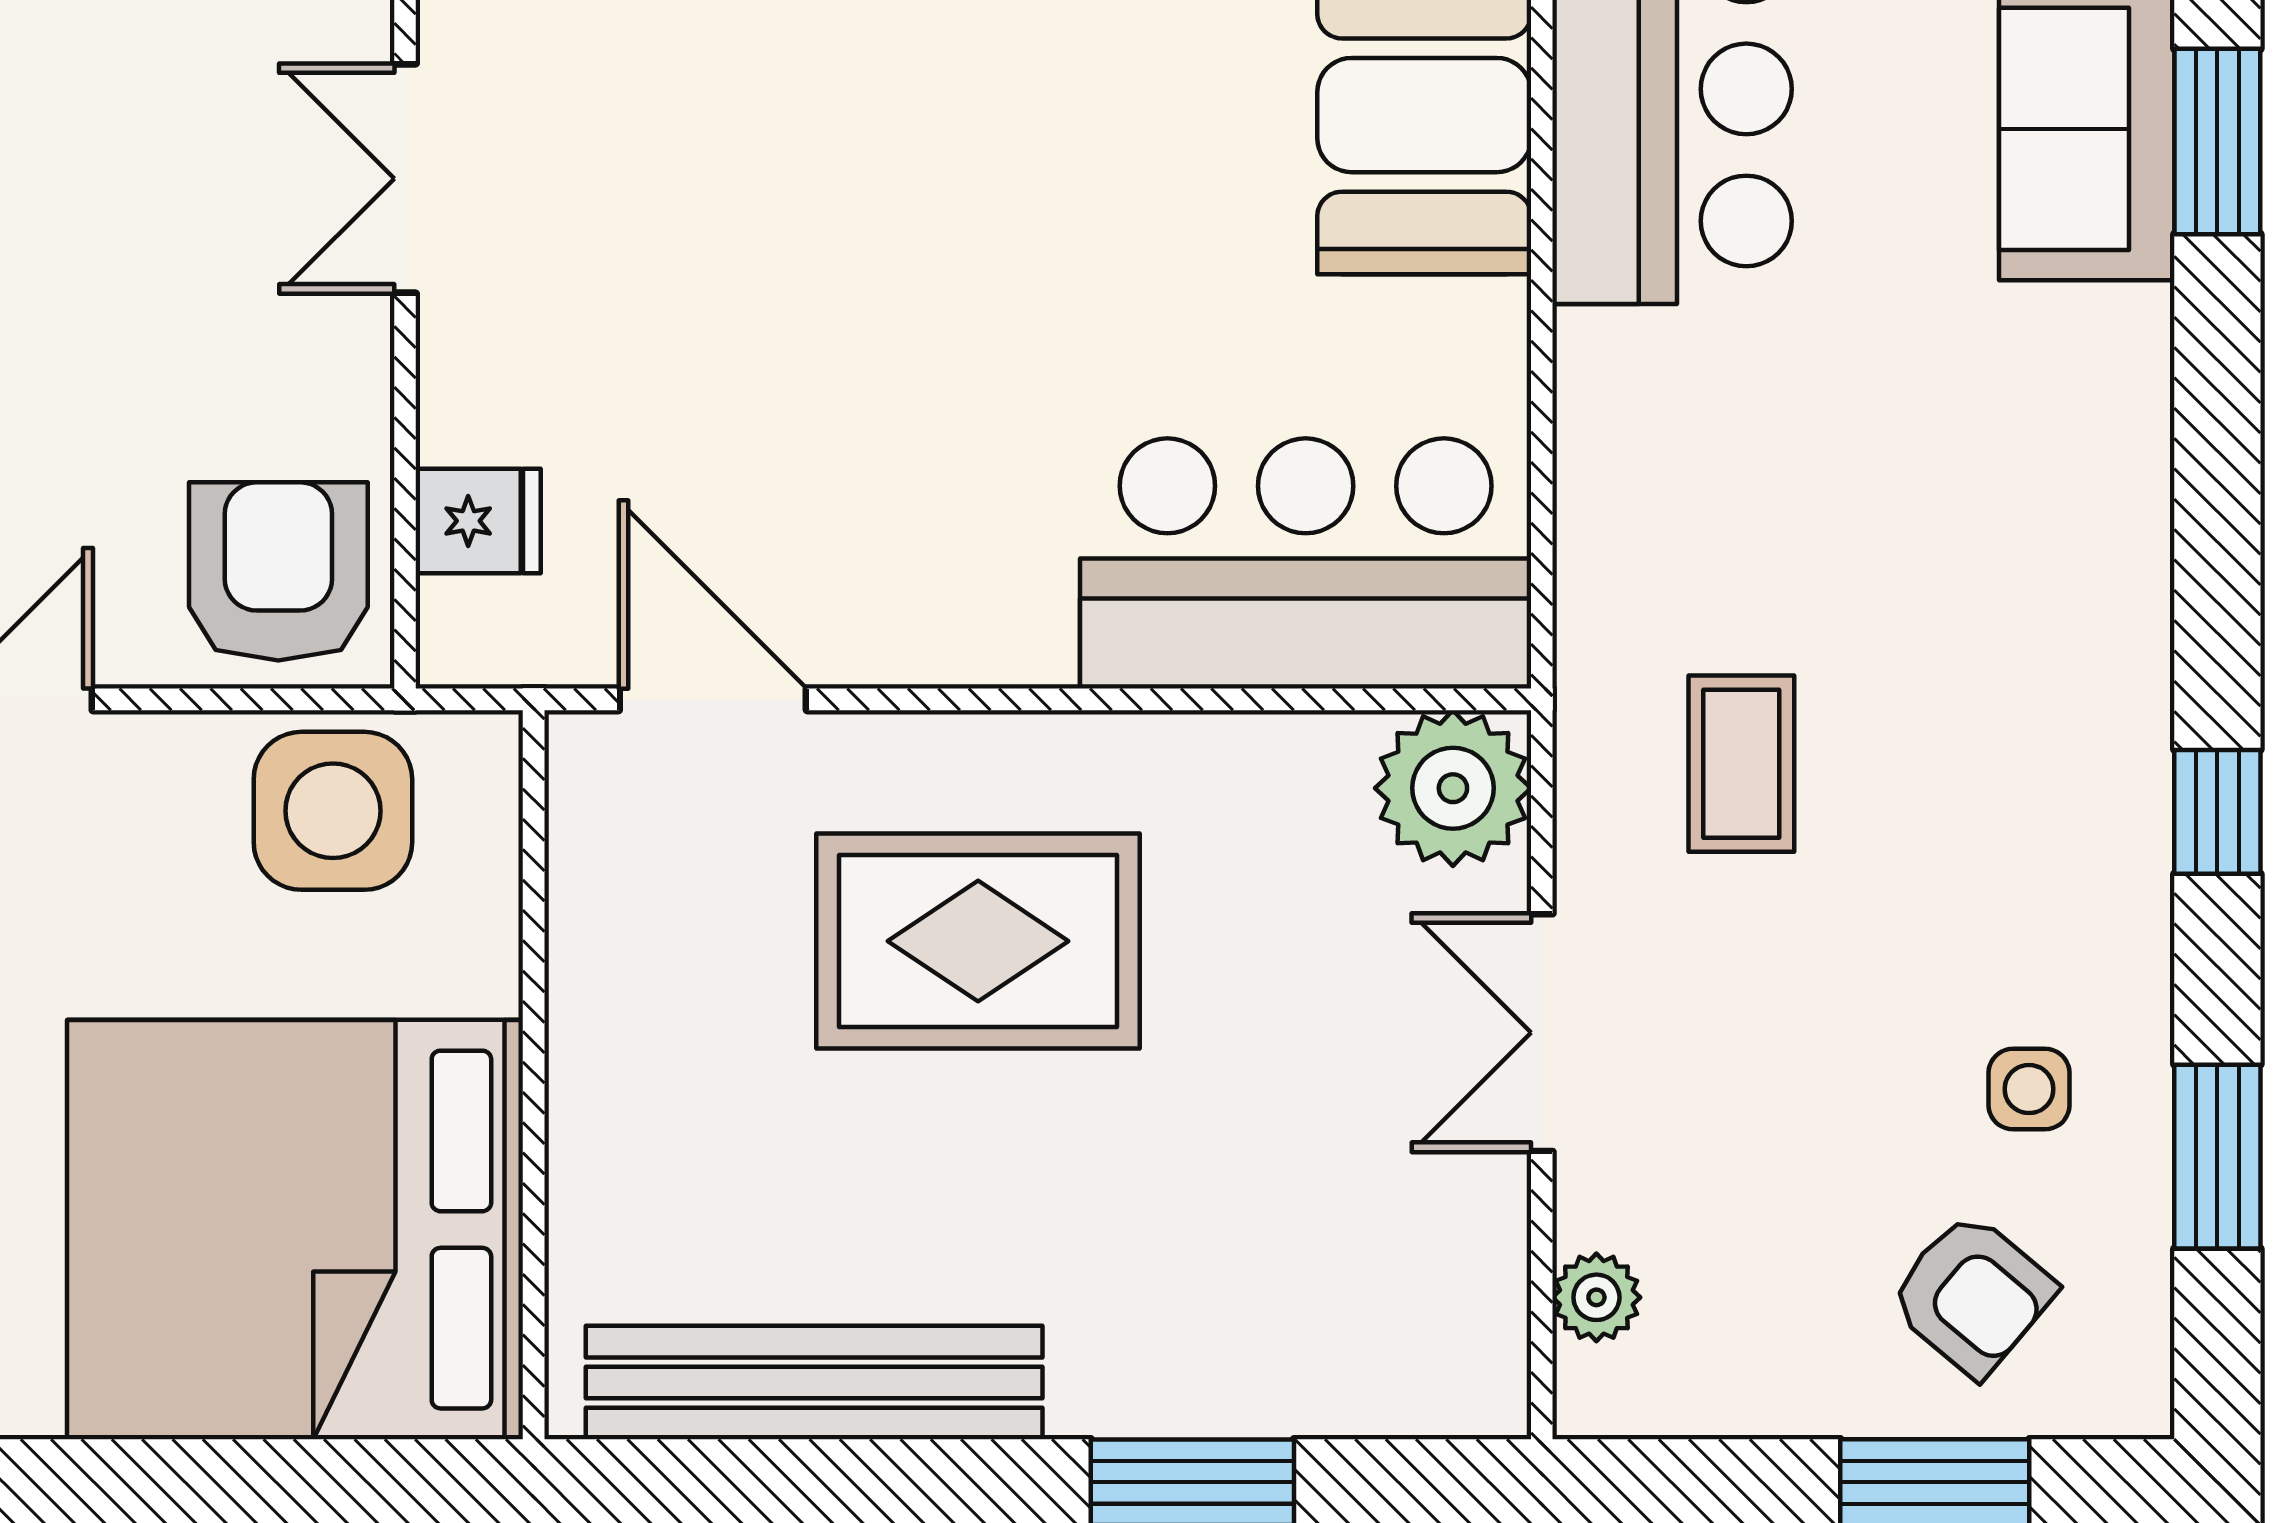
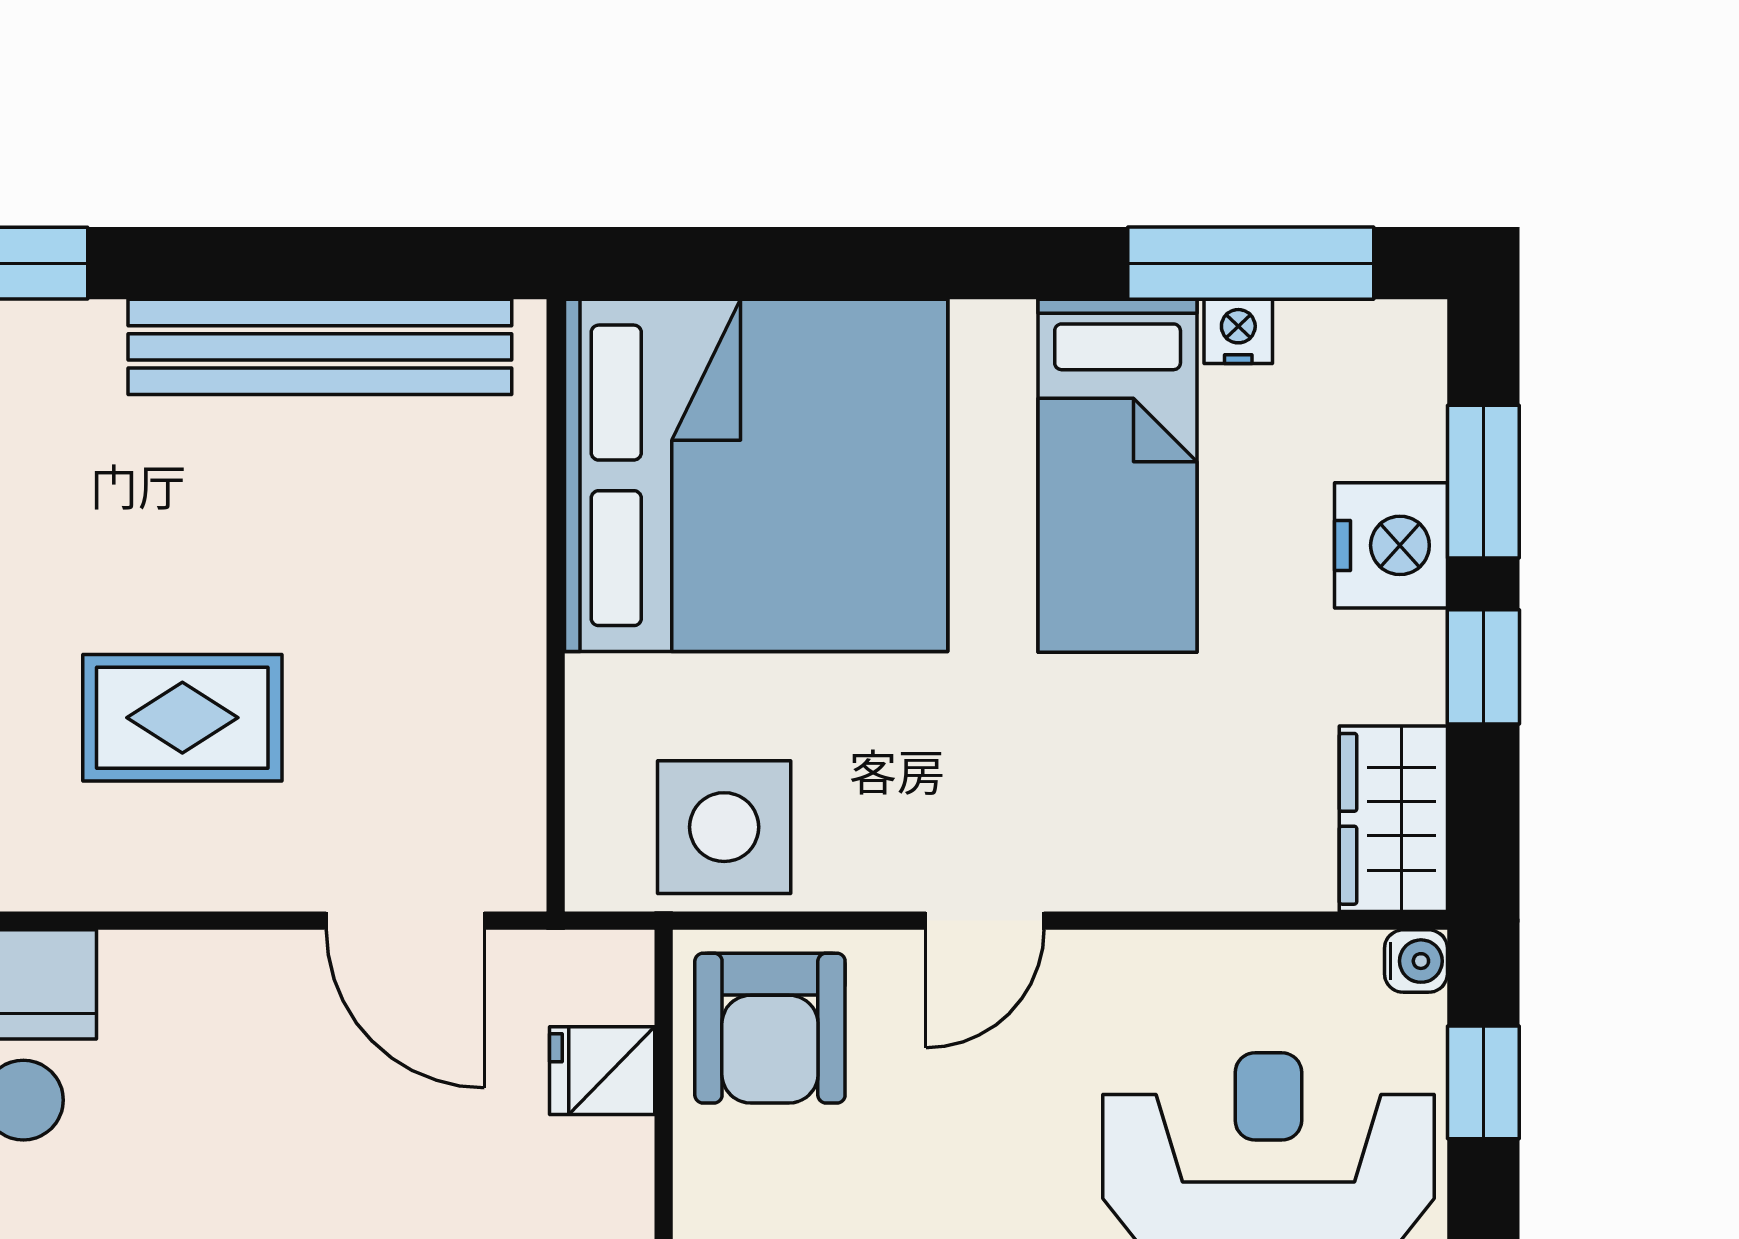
rug: (978, 941) -> (182, 718), width x0.73, depth x0.70

